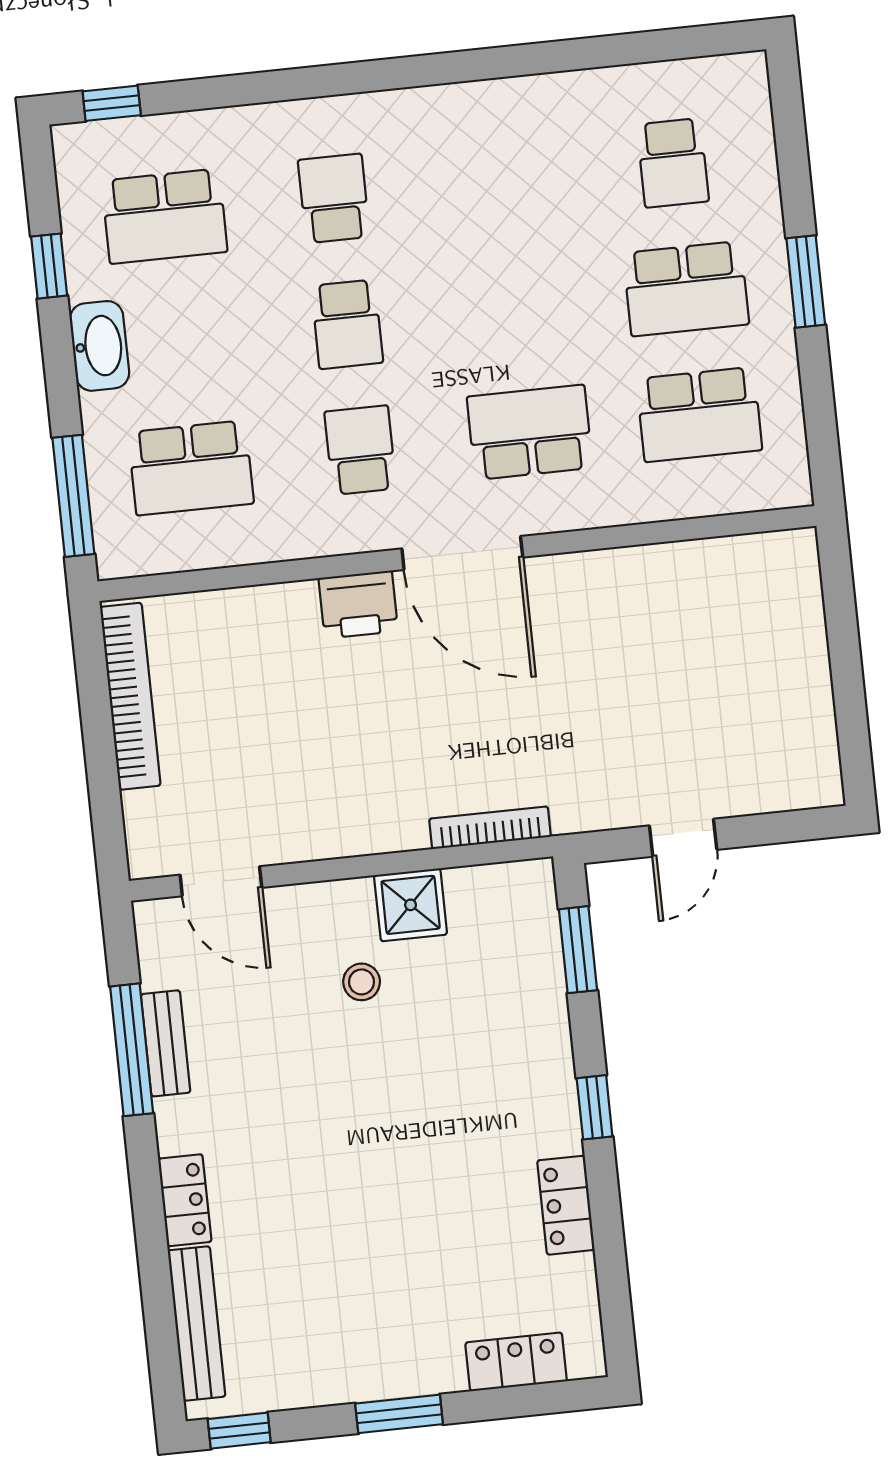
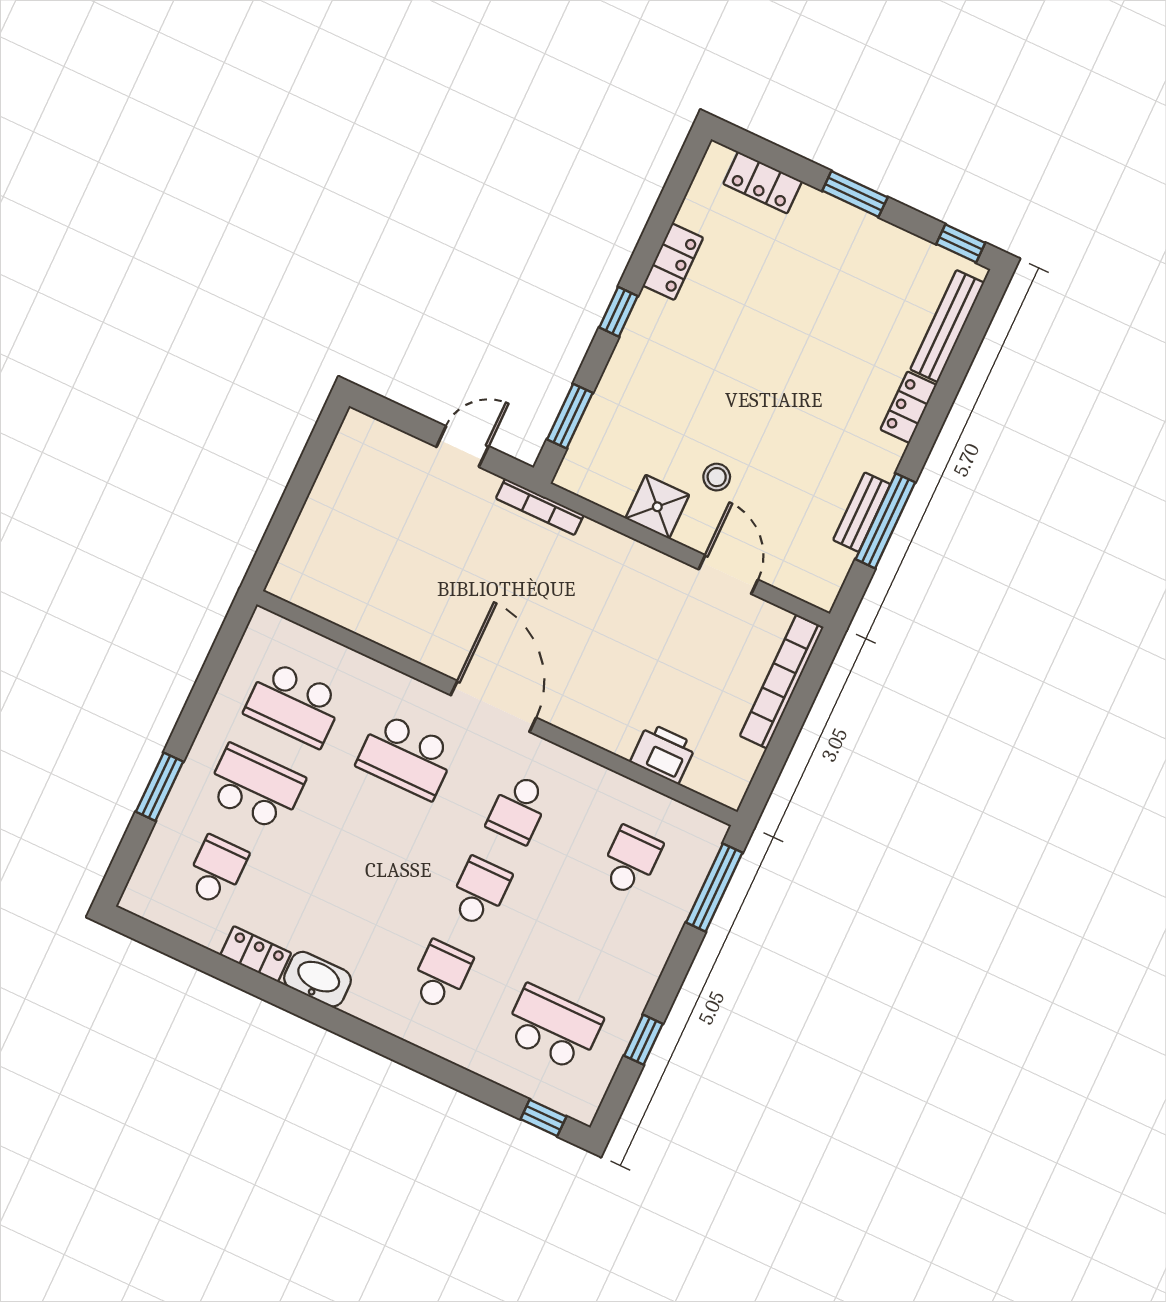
locker: (567, 92) -> (256, 954), added
school desk: (334, 198) -> (441, 975), turned 180
window: (806, 281) -> (159, 787), moved
washbasin: (99, 346) -> (318, 979), moved, turned 90
school desk: (699, 414) -> (294, 704), turned 180
school desk: (191, 468) -> (631, 861), width x0.54
printer: (358, 605) -> (663, 753), moved
bookcase: (130, 696) -> (782, 682), moved
bookcase: (490, 828) -> (540, 507), moved
door: (221, 881) -> (728, 574), moved

